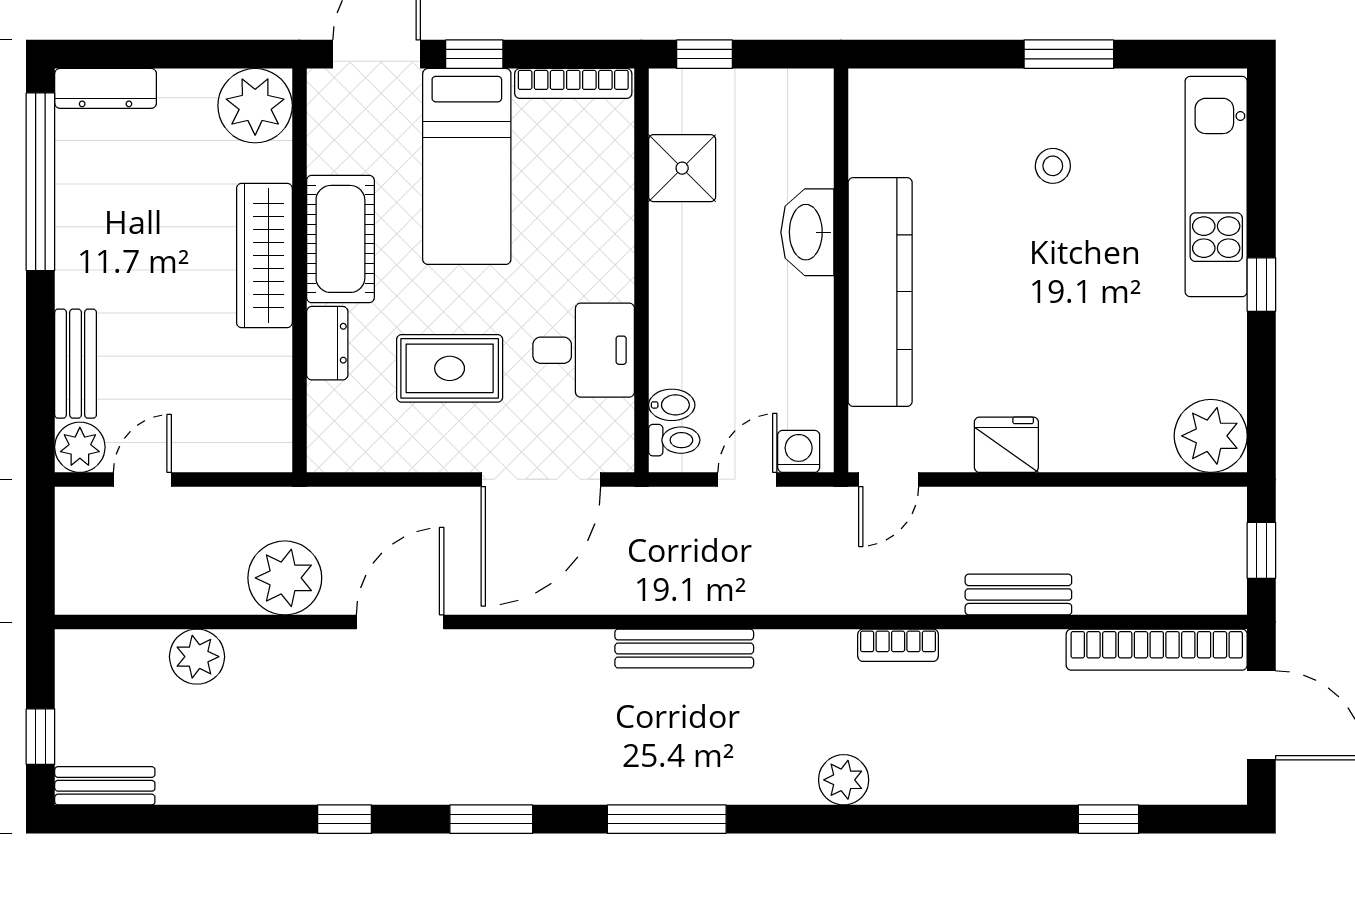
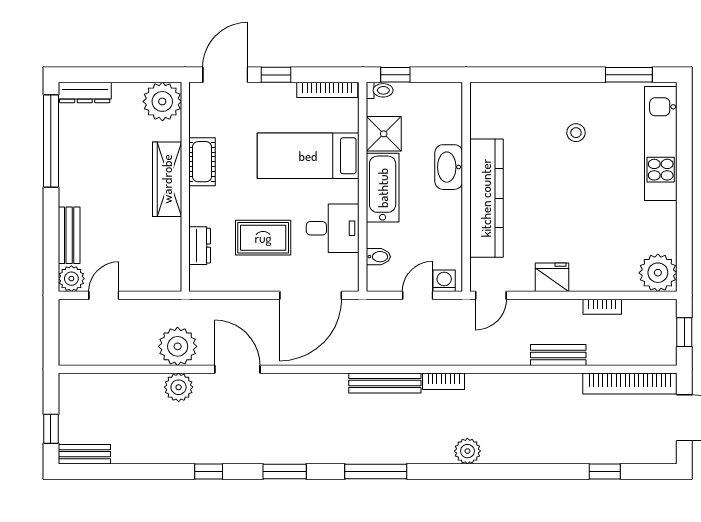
window: (1069, 54) -> (629, 75), moved
bed: (467, 166) -> (308, 156), moved, turned 90
cot: (340, 239) -> (202, 162), width x0.73, depth x0.75
bathtub: (680, 272) -> (383, 188), added
window: (1261, 285) -> (684, 194), removed
dresser: (327, 343) -> (200, 246), moved
toilet: (674, 440) -> (380, 90), moved
bookcase: (1103, 501) -> (602, 307), added
door: (400, 622) -> (237, 369), hinge flipped
bookcase: (898, 645) -> (444, 381), moved
plant: (197, 657) -> (179, 387), moved

